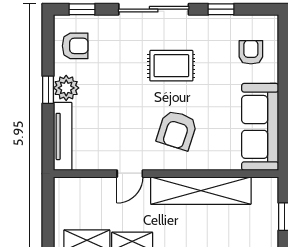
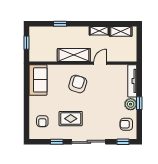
rug: (171, 66) -> (71, 119), moved
sofa: (260, 127) -> (38, 80), width x0.73
shelving: (201, 191) -> (74, 55), width x0.68

